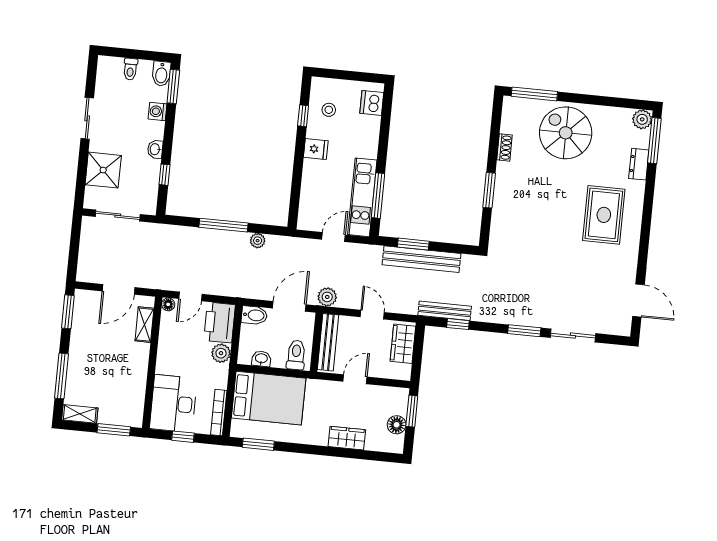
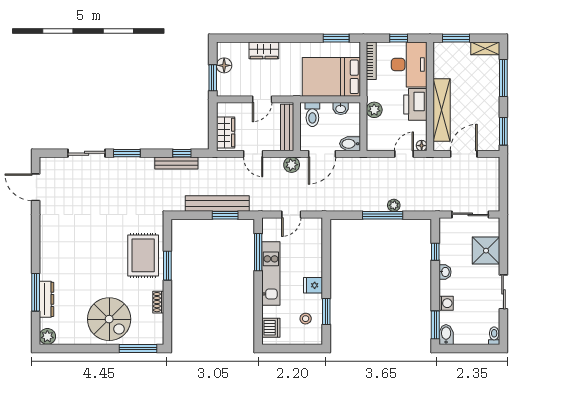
toilet: (130, 69) -> (494, 336), moved
window: (303, 116) -> (326, 312), width x1.50
window: (654, 141) -> (36, 292), moved
dresser: (639, 164) -> (46, 299), width x1.44
kitchen unit: (362, 197) -> (271, 274), moved
rug: (604, 215) -> (143, 255), moved
plant: (258, 241) -> (394, 205), moved
bench: (445, 311) -> (176, 163), moved
printer: (220, 323) -> (415, 104), moved, turned 180
shelving: (144, 325) -> (442, 110), width x2.20, depth x1.33

